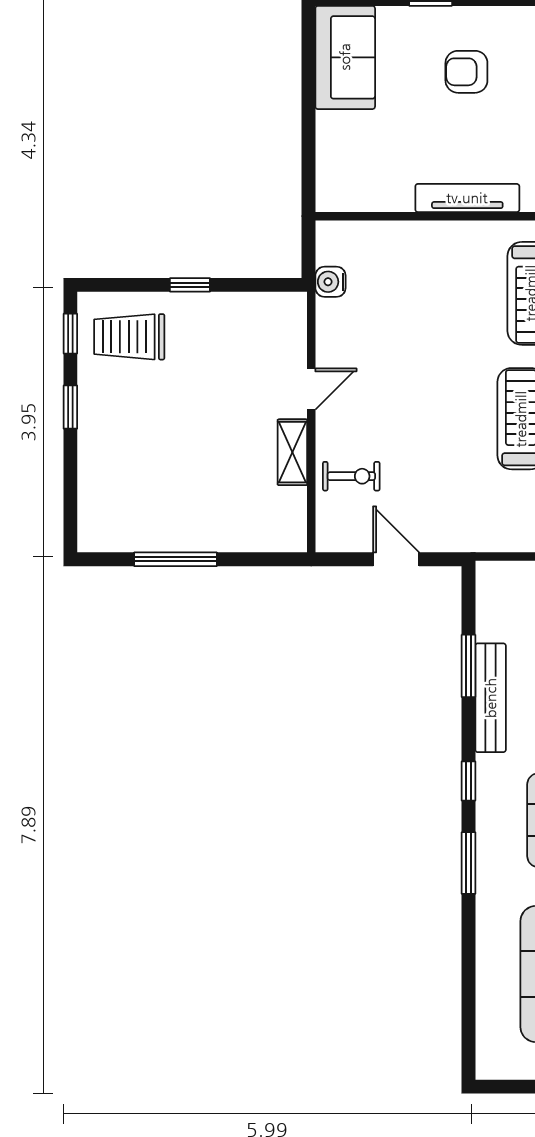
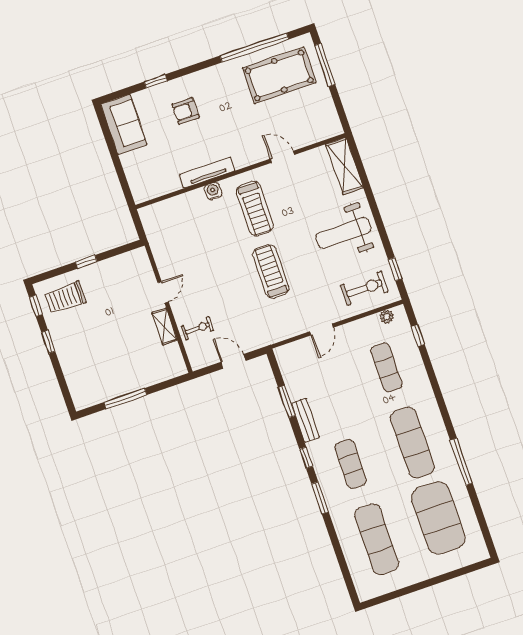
water cooler: (330, 282) -> (213, 191), moved, turned 90
bench: (491, 698) -> (305, 420), width x0.73

